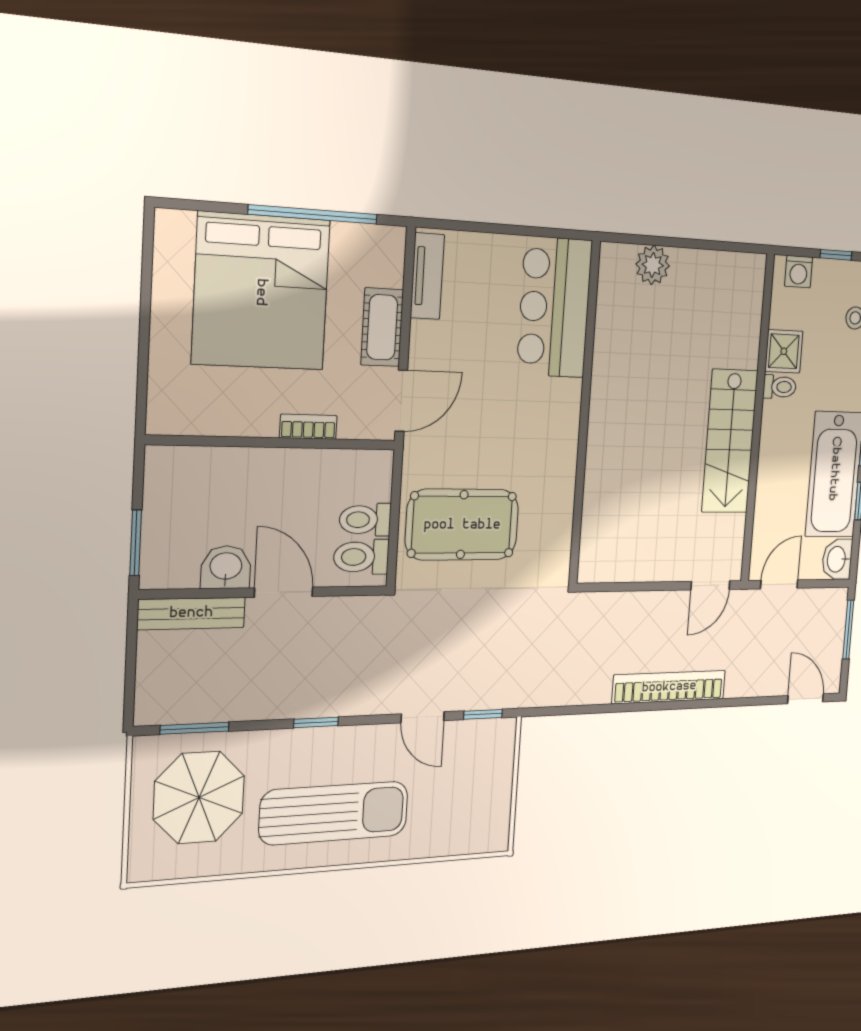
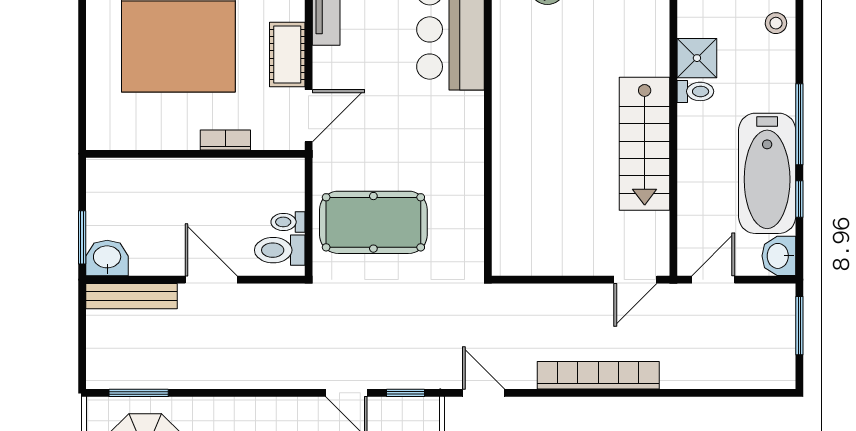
toilet: (365, 520) -> (288, 222), width x0.73, depth x0.72
washbasin: (226, 567) -> (107, 258), moved
door: (805, 699) -> (484, 393), moved
window: (316, 722) -> (246, 393), removed

